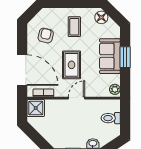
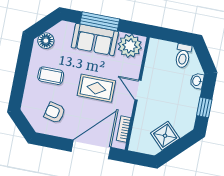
window: (125, 57) -> (100, 21), width x1.44
plant: (115, 89) -> (130, 46), width x1.88, depth x1.88
shower: (36, 108) -> (165, 136), moved, turned 45
toilet: (111, 118) -> (183, 56), moved

